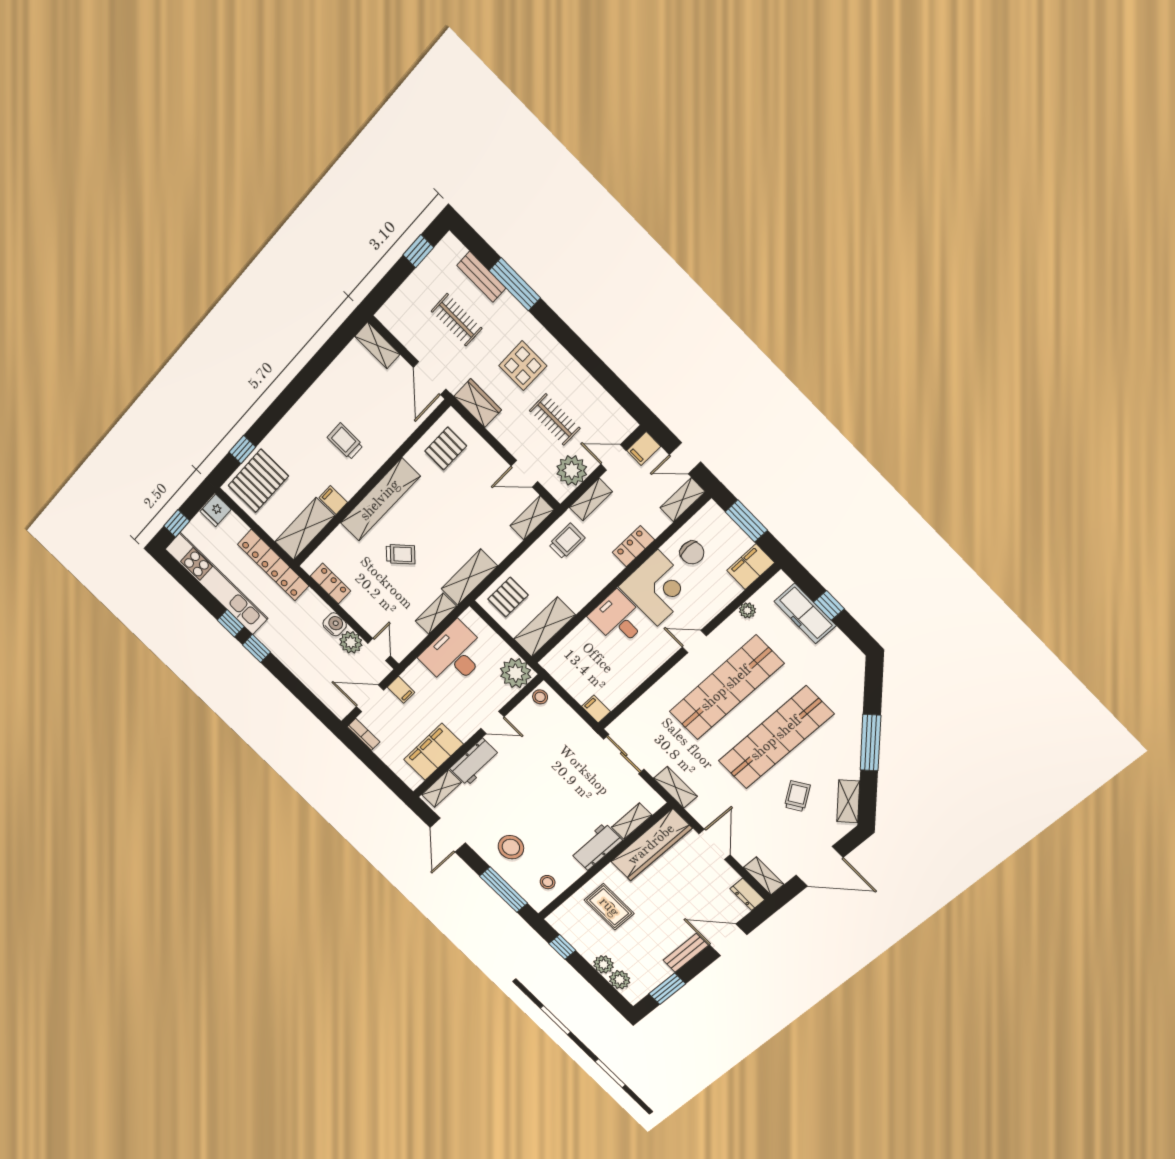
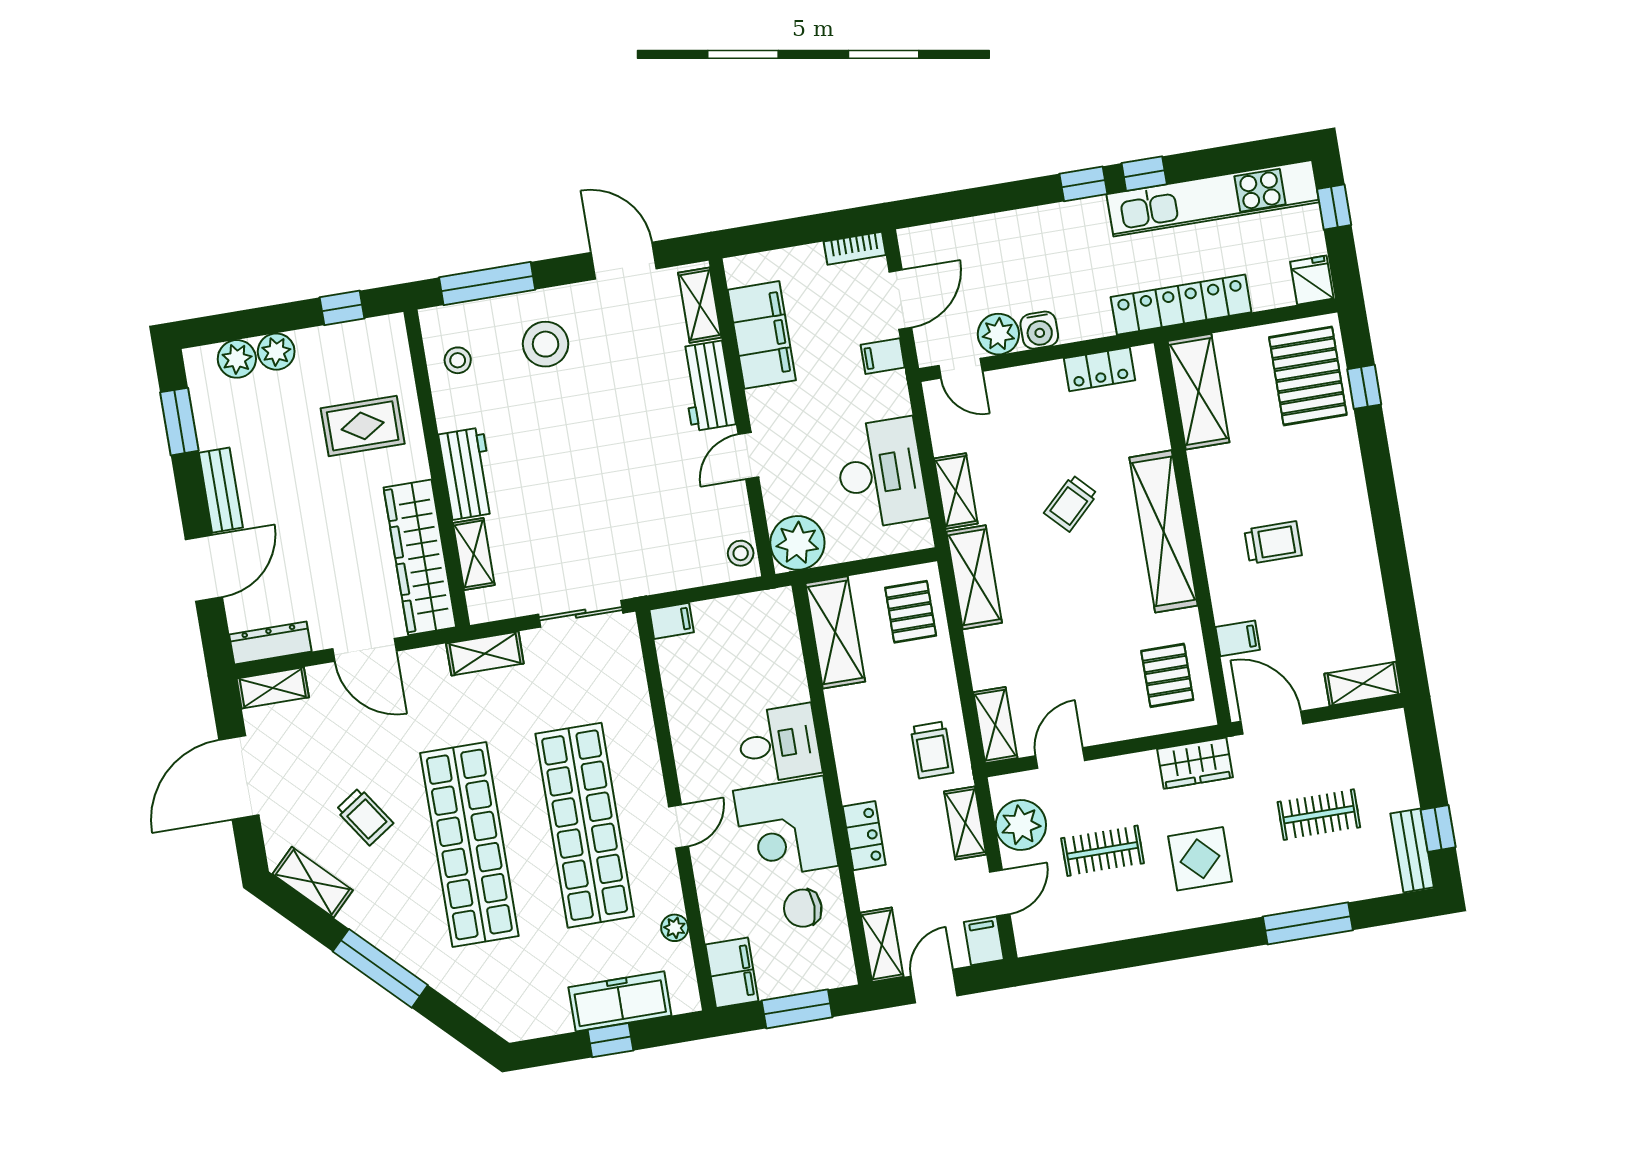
bench: (481, 277) -> (1412, 850), moved, turned 90
filing cabinet: (333, 500) -> (1238, 638), moved
dresser: (747, 894) -> (270, 643), width x1.44

